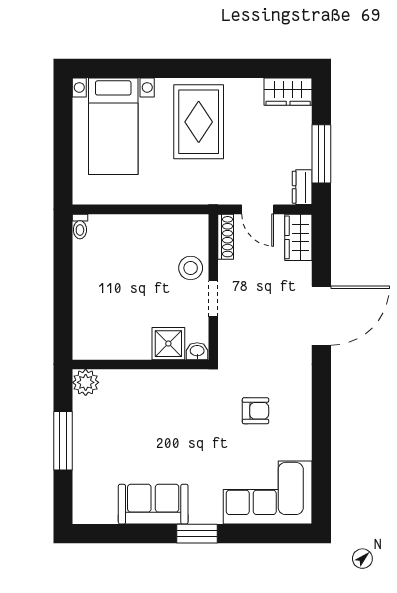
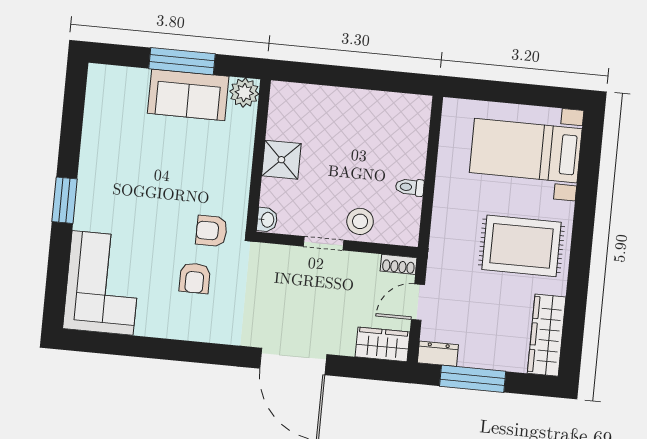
wardrobe: (288, 92) -> (547, 335), width x1.50
toilet: (80, 227) -> (410, 187), moved
shoe rack: (226, 237) -> (399, 264), width x0.70
shower: (168, 344) -> (281, 160), moved
armchair: (212, 400) -> (212, 231), added
sofa: (153, 504) -> (188, 95), moved, turned 90

